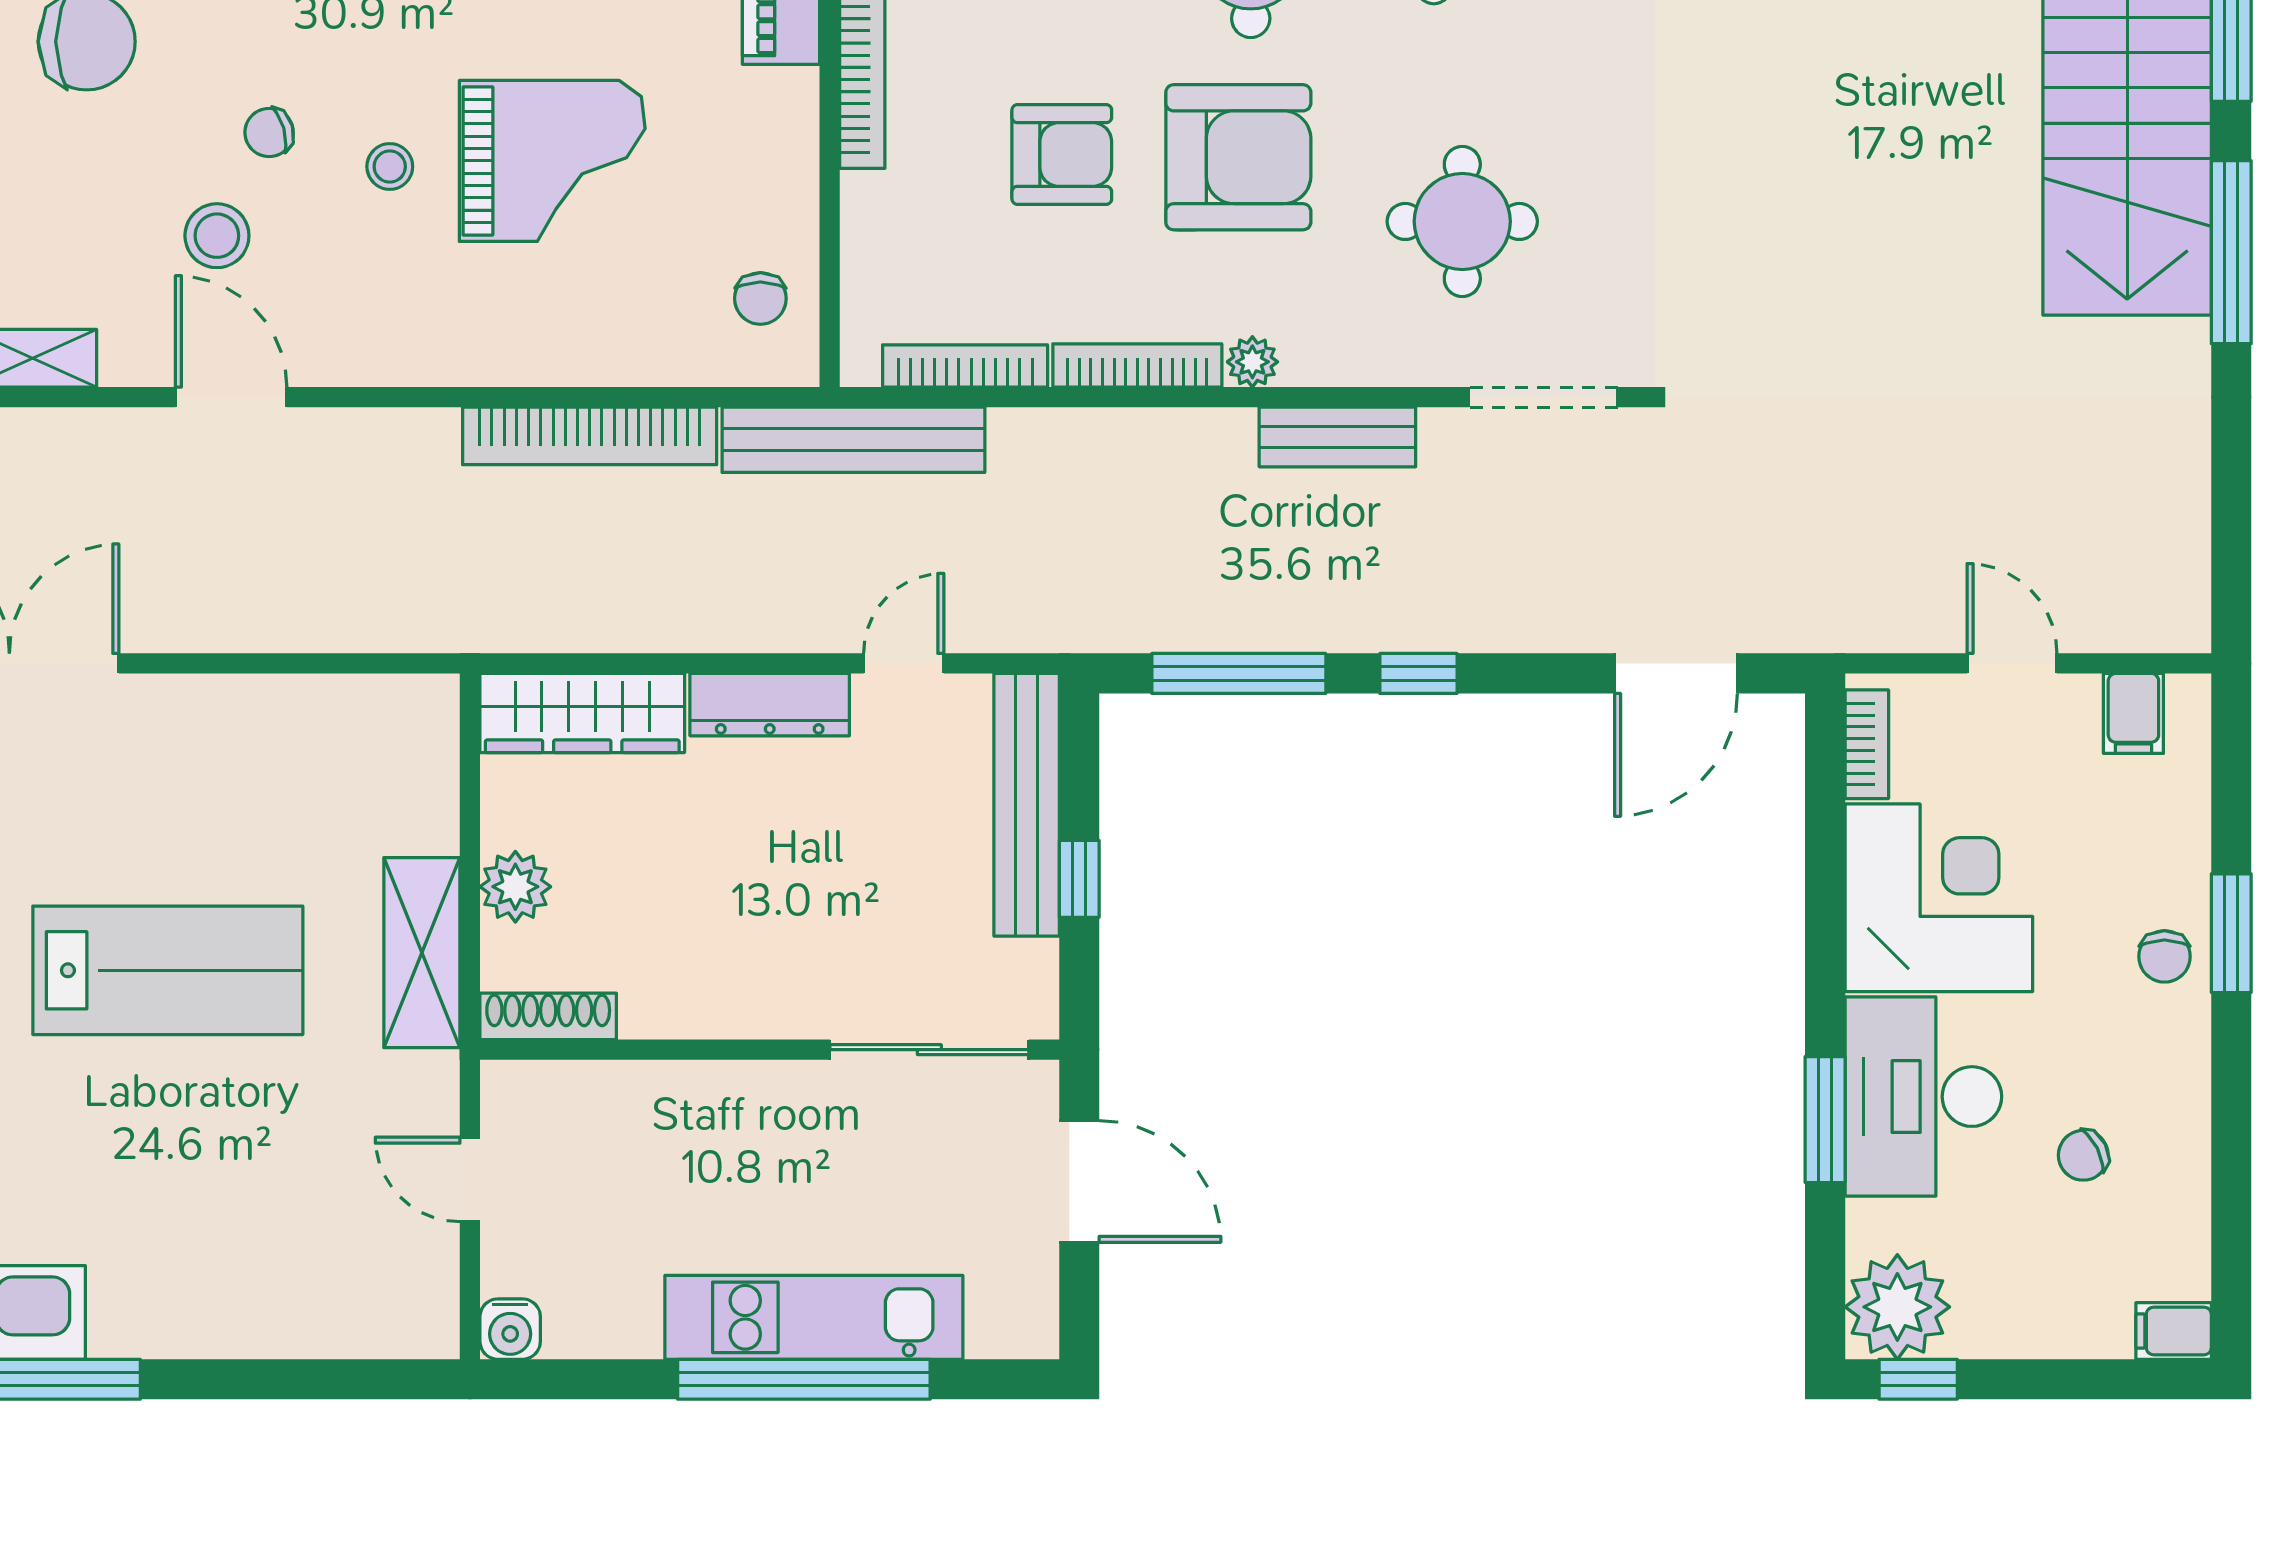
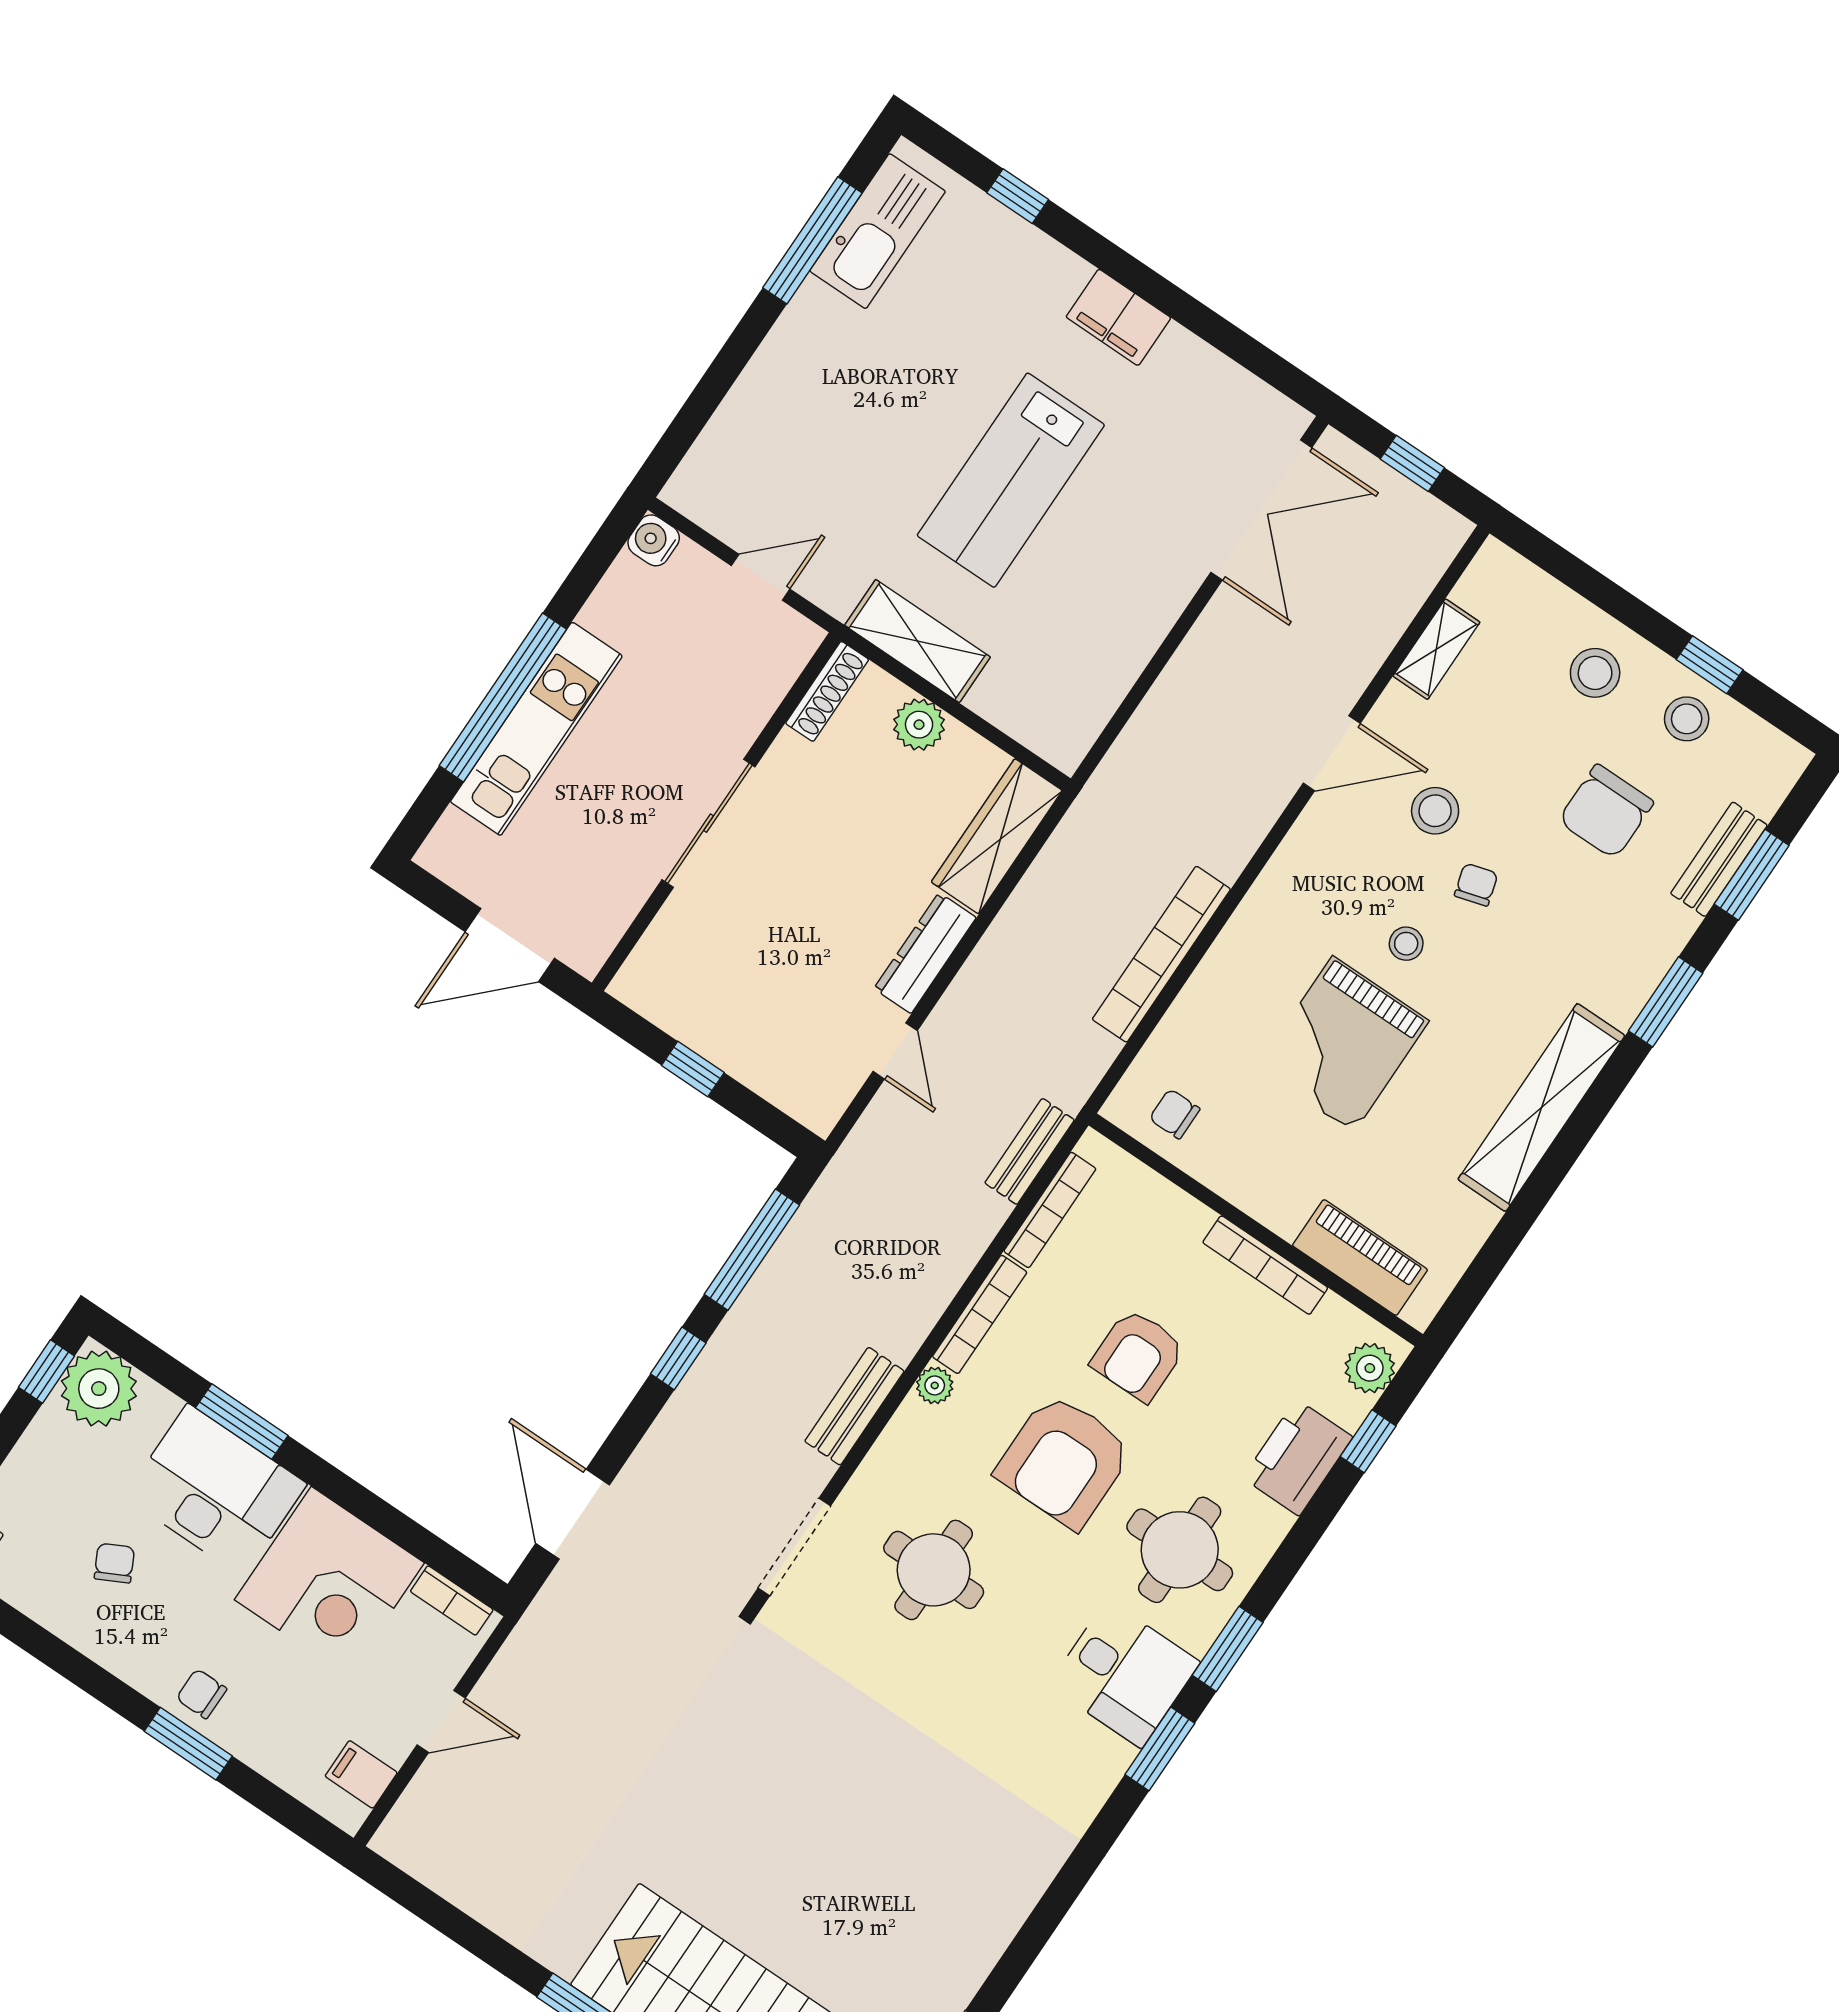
bench: (853, 440) -> (1030, 1151), width x0.54, depth x0.82
bench: (1027, 805) -> (759, 1067), removed
sliding door: (929, 1050) -> (709, 823), moved

